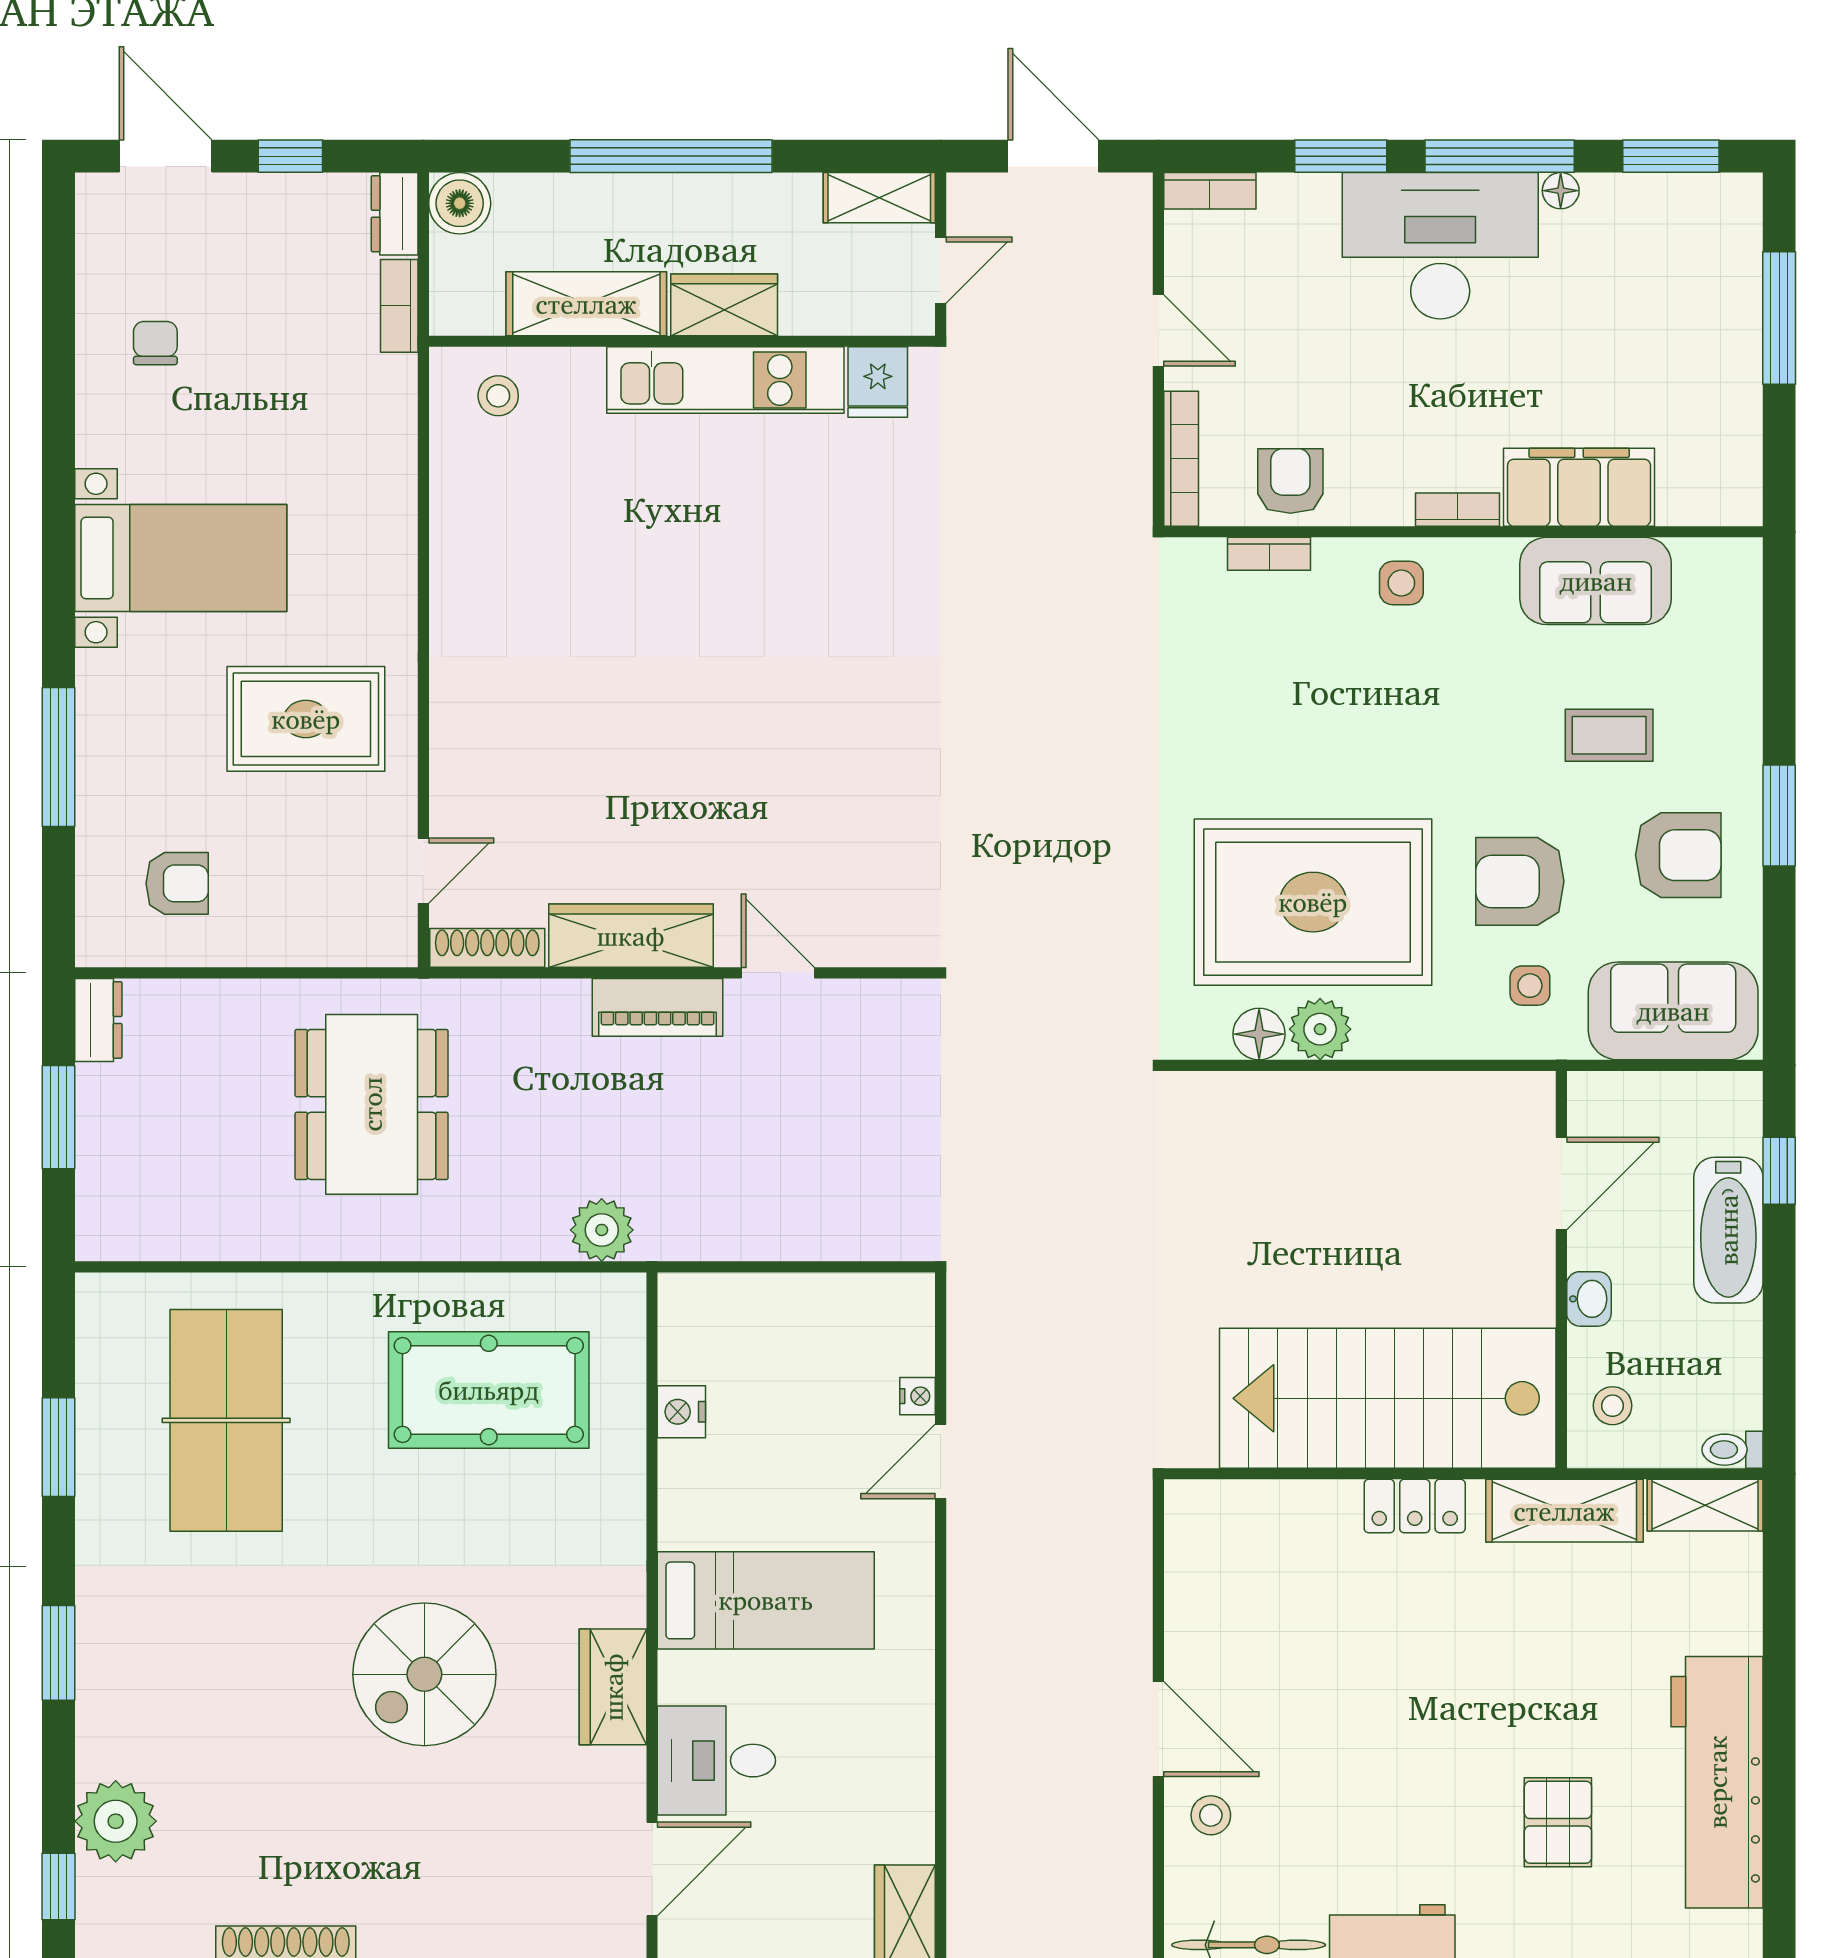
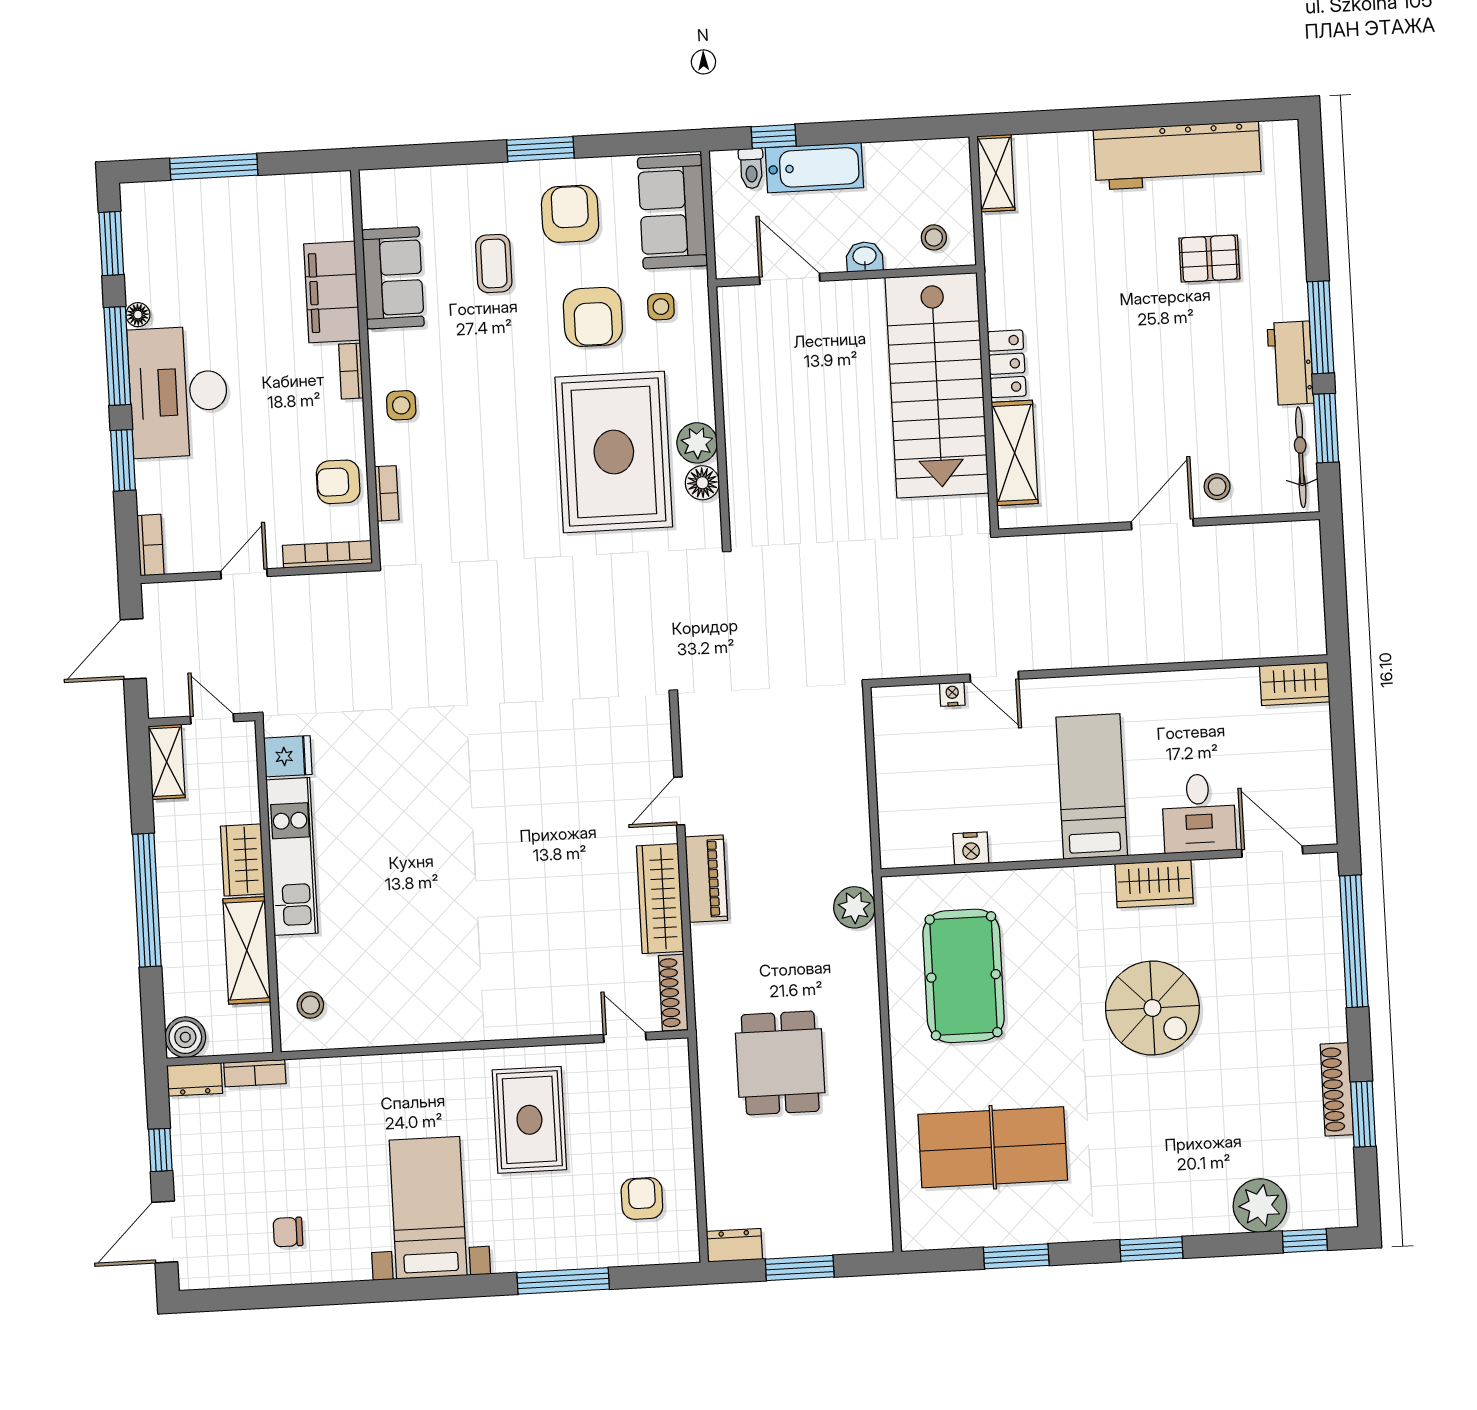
dining table: (372, 1104) -> (780, 1063), width x0.73
toilet: (1732, 1450) -> (751, 168), moved
shelving: (1564, 1511) -> (1015, 453), moved

